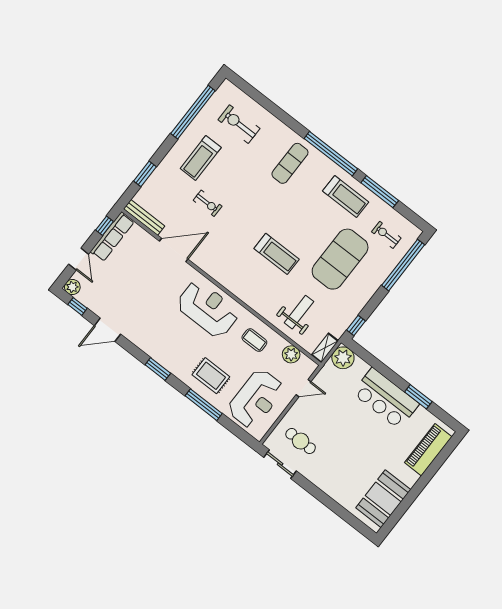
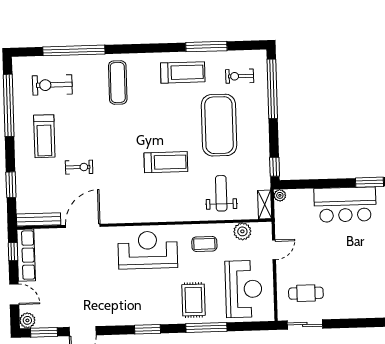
window: (331, 154) -> (74, 50), moved
window: (77, 306) -> (44, 332), width x1.50
plant: (343, 358) -> (280, 195), width x0.53, depth x0.53
rug: (211, 376) -> (193, 300), turned 90

